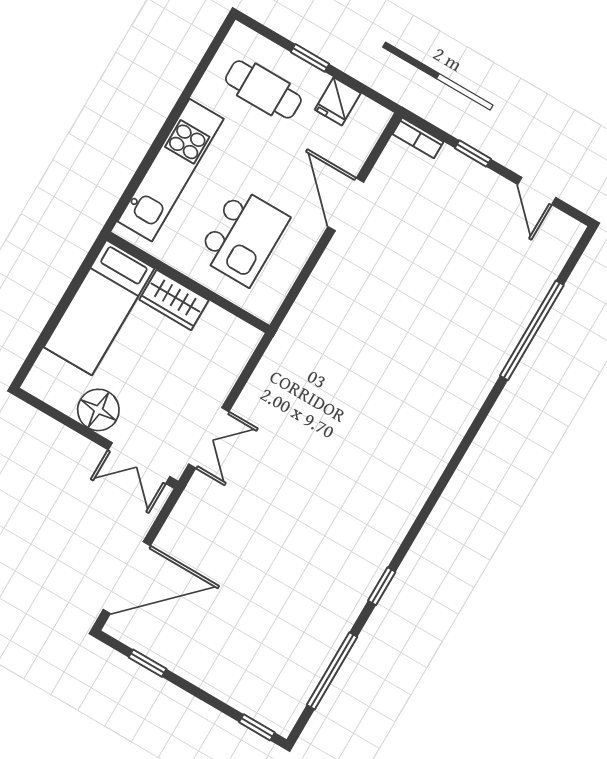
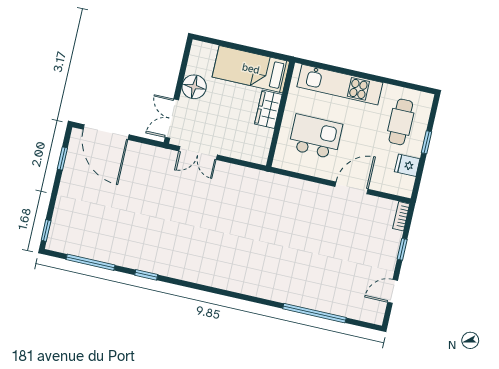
kitchen island: (243, 237) -> (315, 137), turned 180

